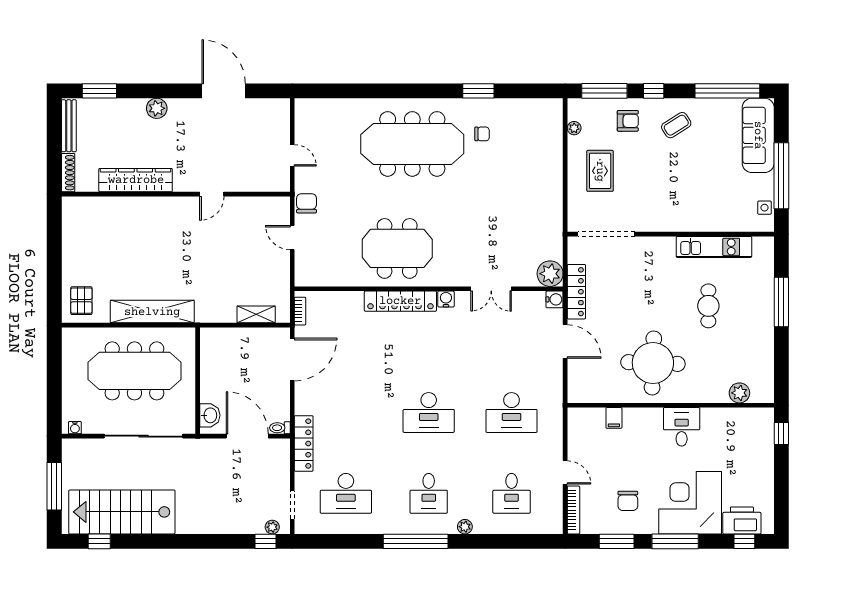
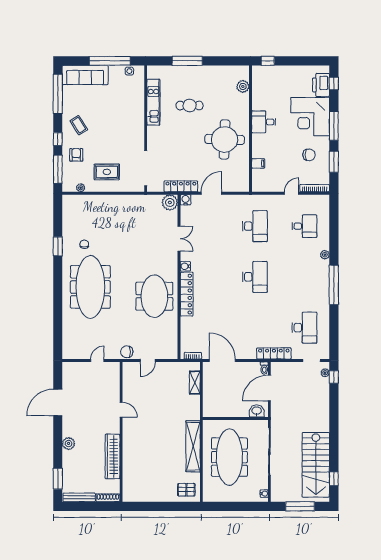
desk: (429, 493) -> (304, 277), removed

